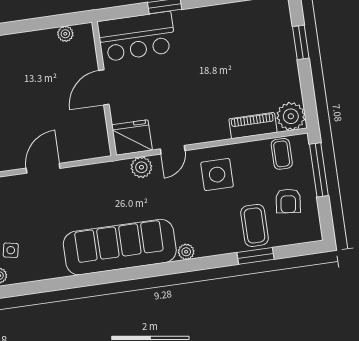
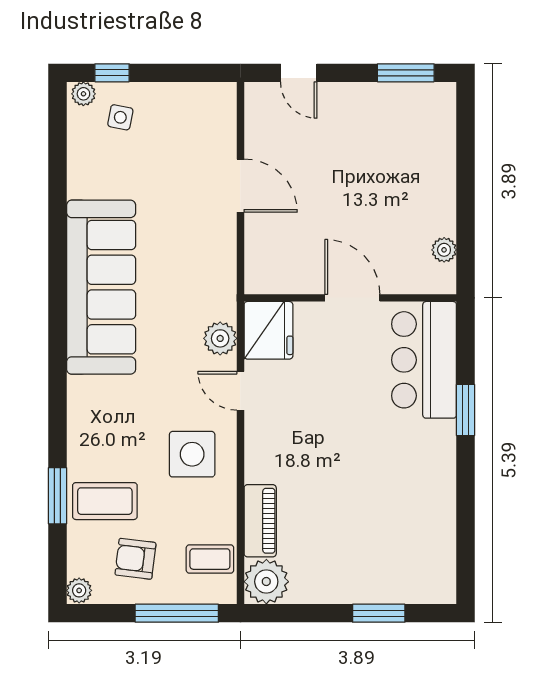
plant: (186, 252) -> (79, 590), moved

